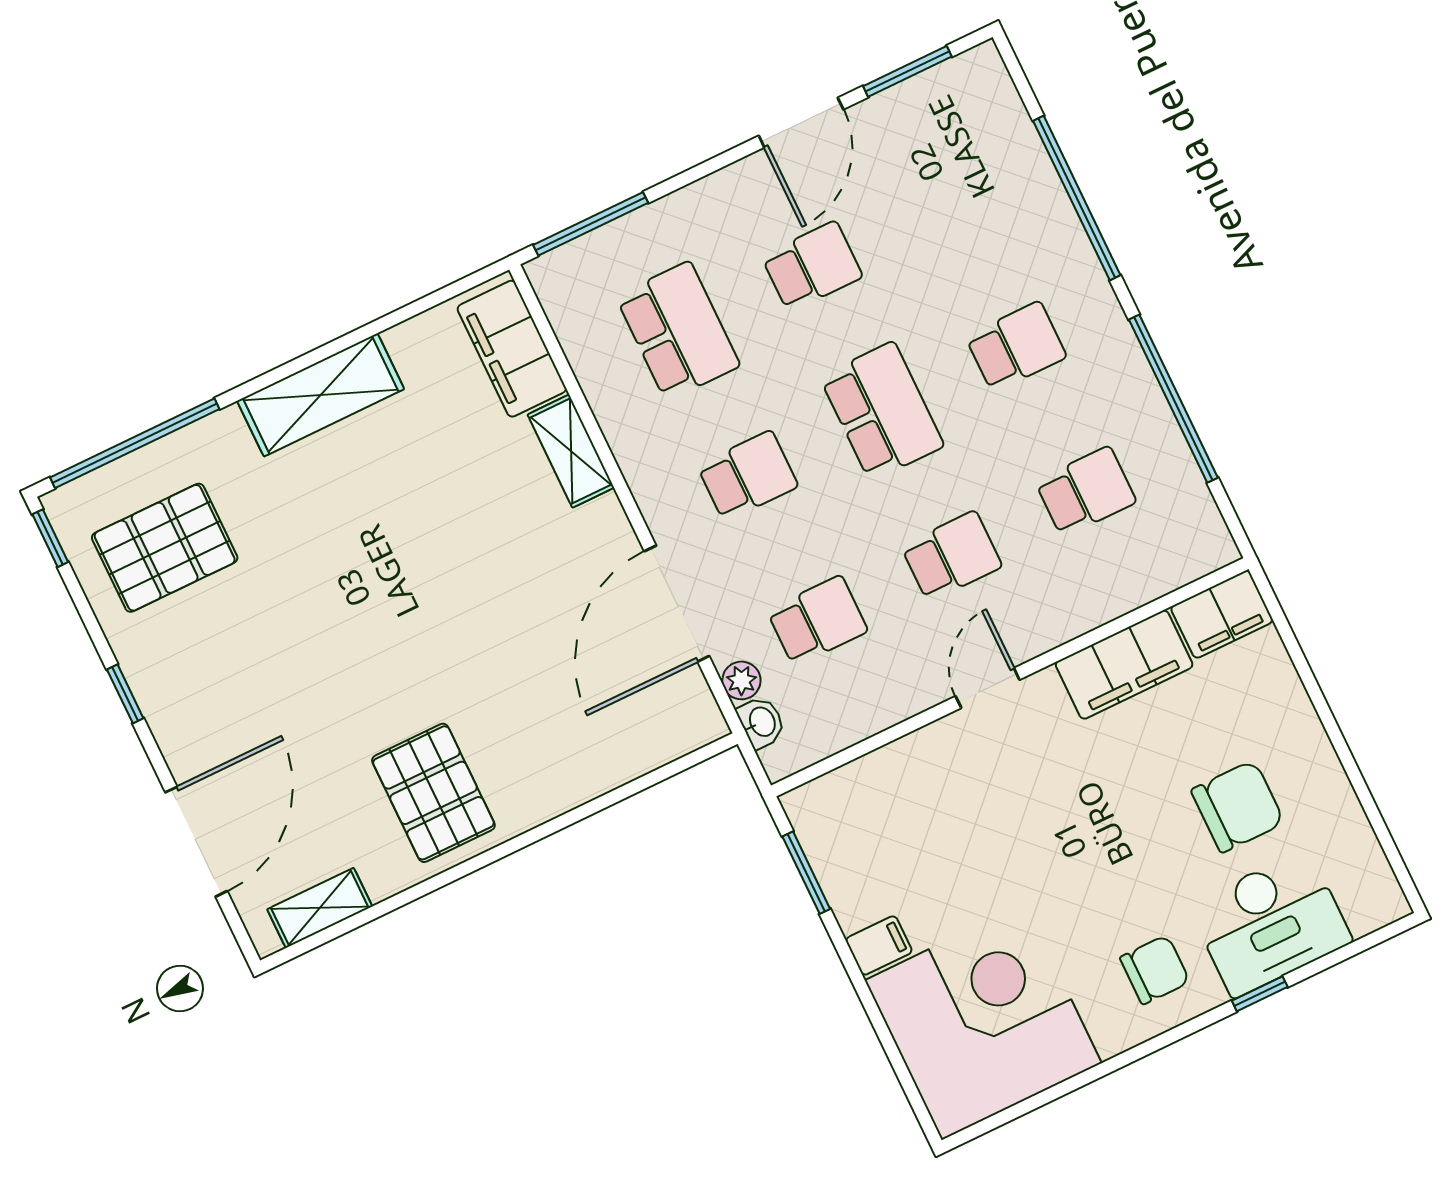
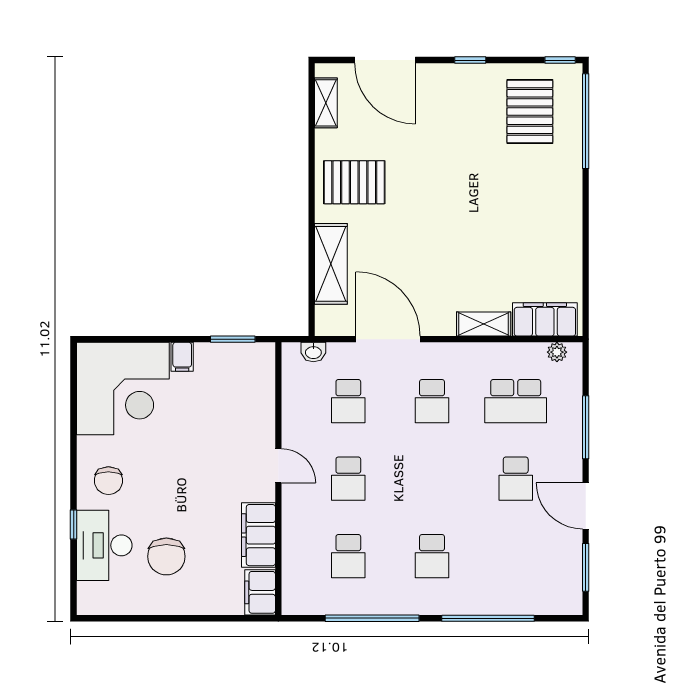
window: (591, 224) -> (586, 427), moved
shelving: (321, 395) -> (331, 264), moved
school desk: (882, 411) -> (432, 479), removed
plant: (741, 680) -> (557, 352), moved

